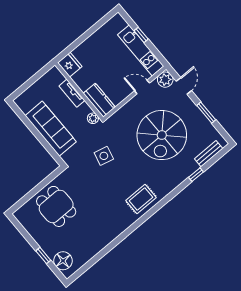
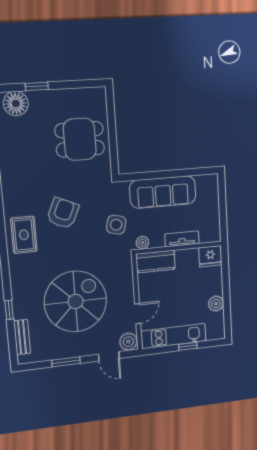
plant: (99, 37) -> (216, 304), added
spiral stairs: (162, 135) -> (76, 301), turned 90
side table: (104, 156) -> (116, 225), moved
armchair: (110, 184) -> (63, 213), added

